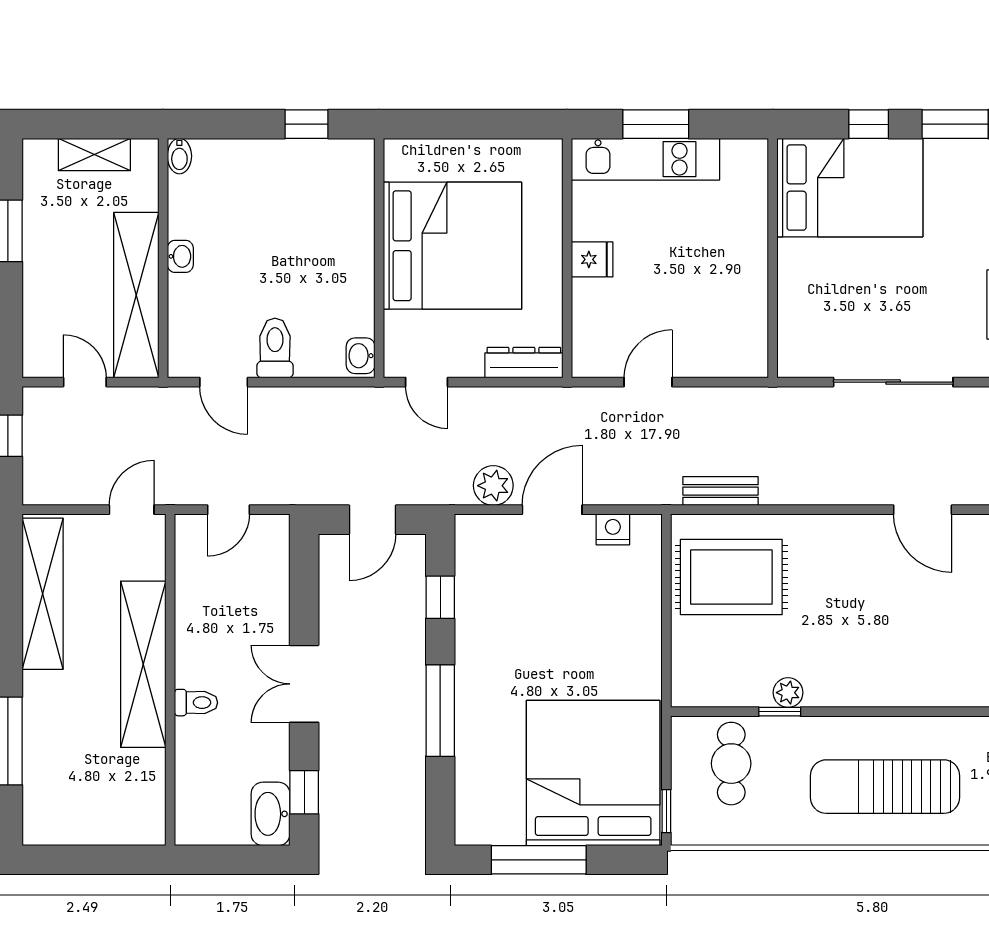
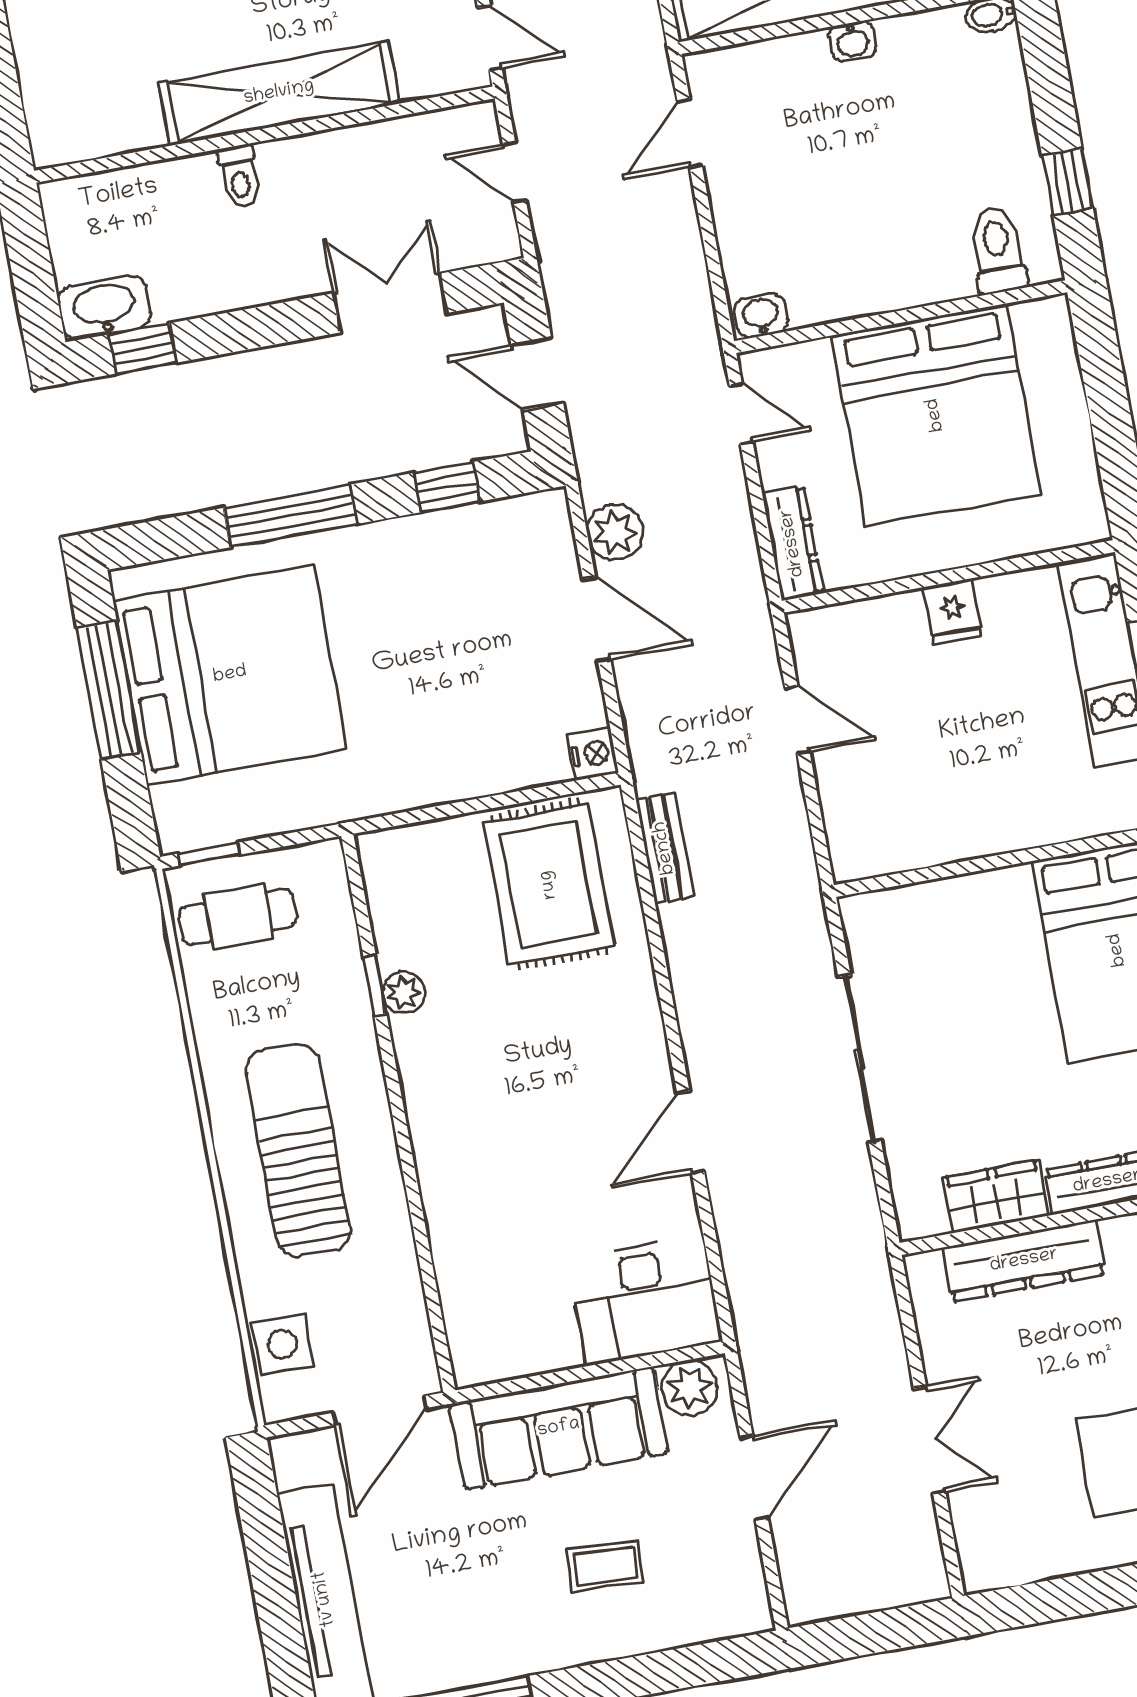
toilet: (275, 348) -> (997, 250), moved, turned -90
door: (427, 382) -> (741, 414), swing flipped
nightstand: (613, 529) -> (593, 754), moved
double door: (304, 684) -> (390, 303), moved
cafe table: (731, 764) -> (238, 917), moved
bed: (593, 773) -> (230, 675), moved

